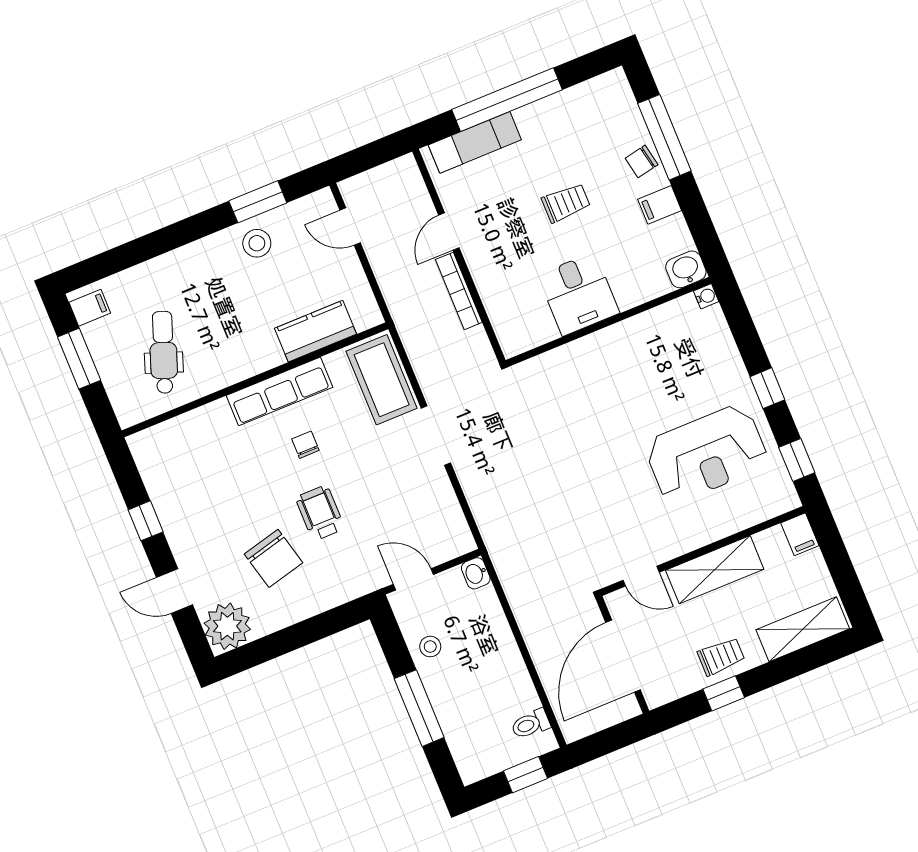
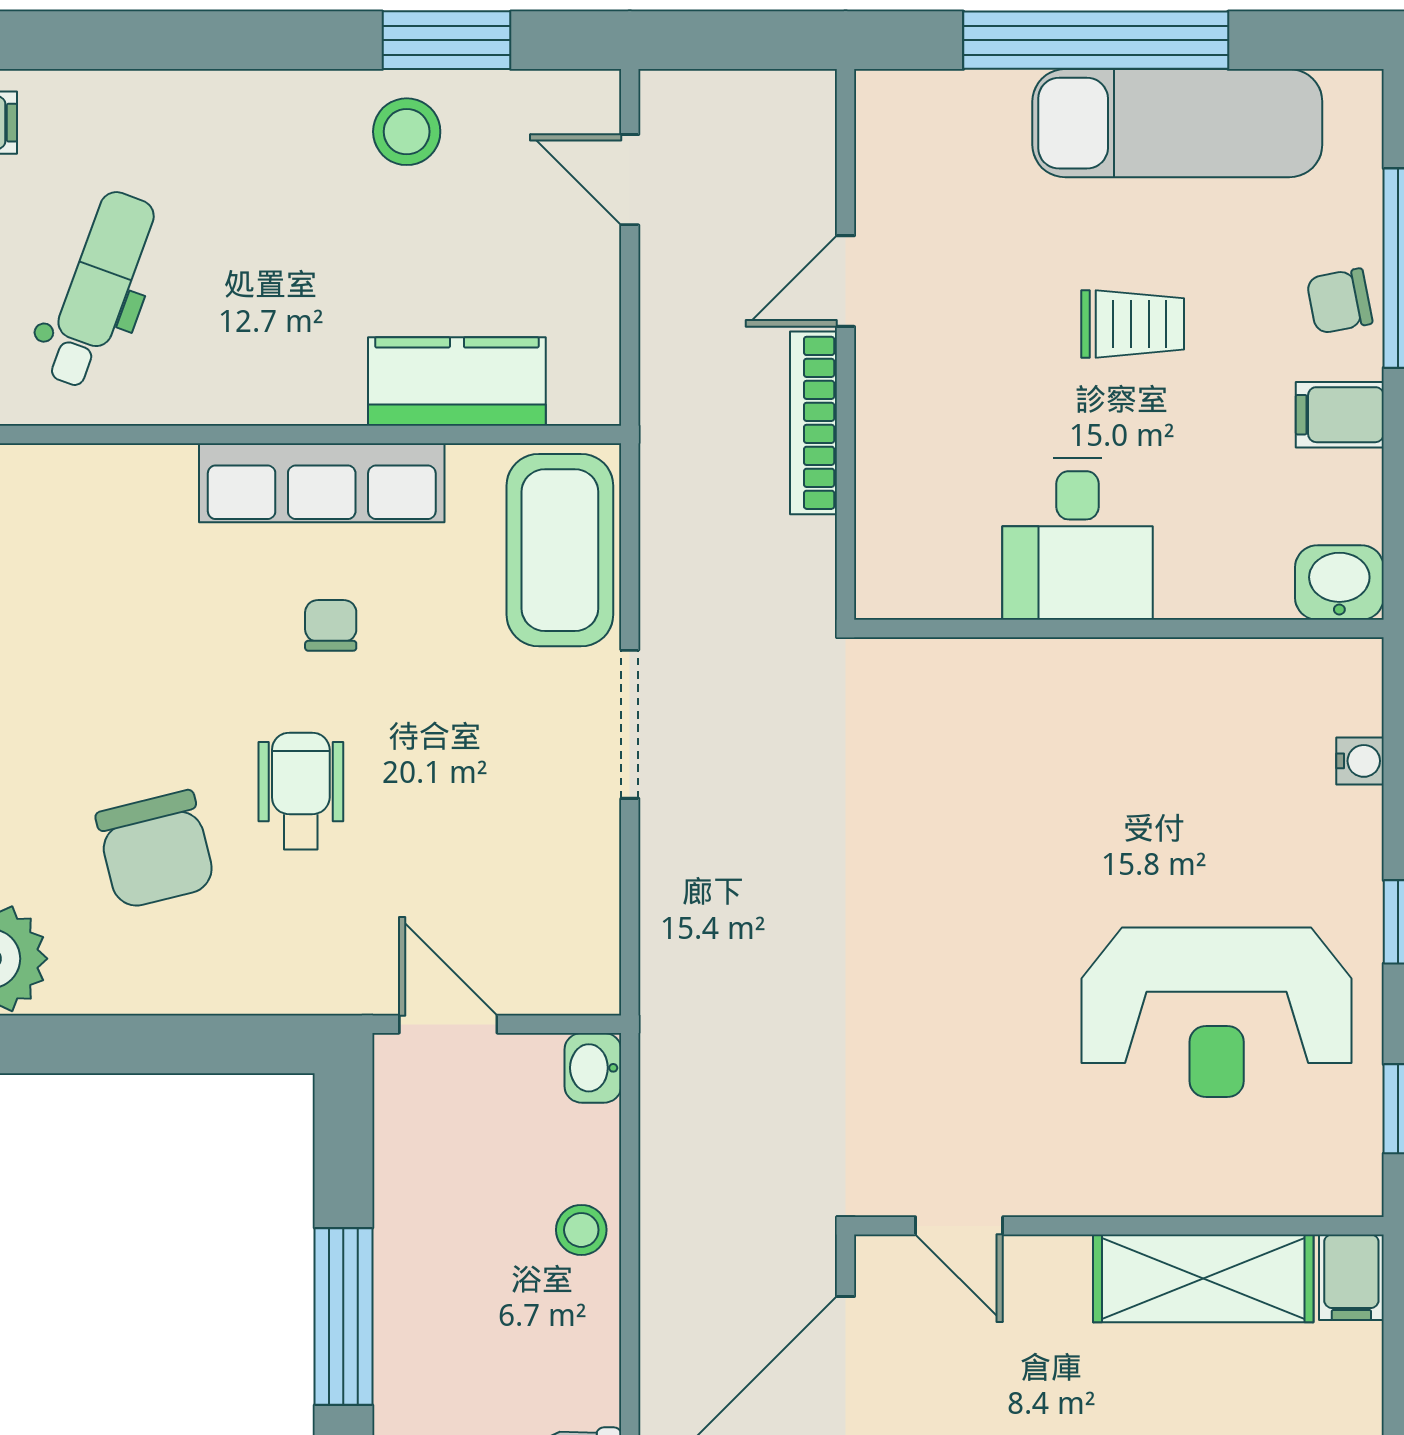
exam couch: (475, 142) -> (1177, 123), moved, width x1.36, depth x1.45
water cooler: (706, 296) -> (1360, 761), moved
shelving: (715, 570) -> (1203, 1278), moved
stool: (430, 647) -> (581, 1230), moved

